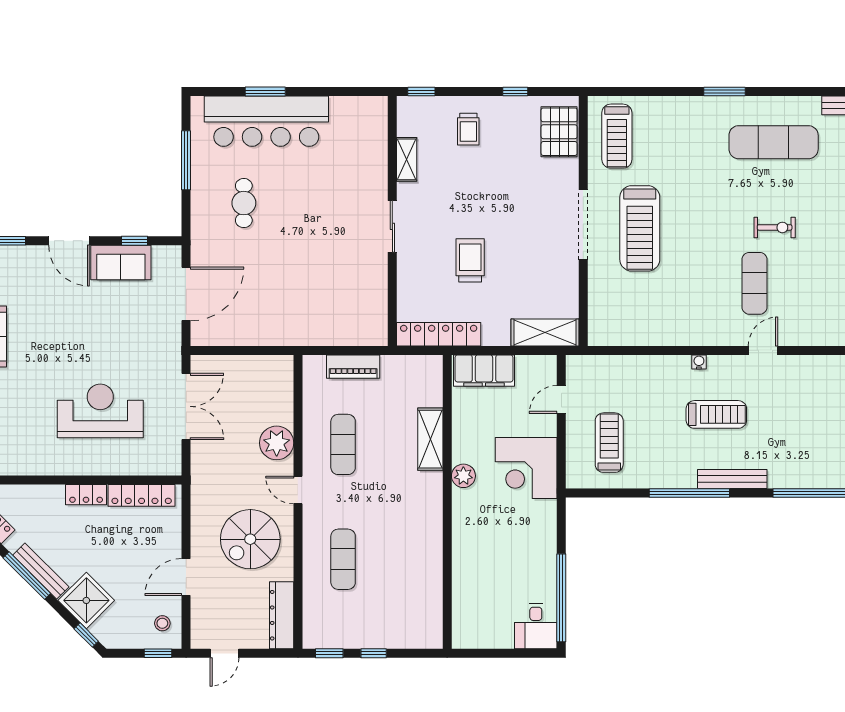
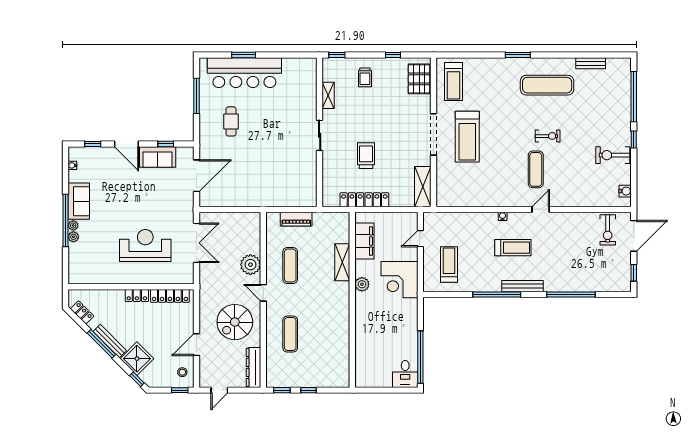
shelving: (545, 333) -> (423, 187), moved, turned 90
locker: (439, 334) -> (364, 200), moved
filing cabinet: (484, 371) -> (364, 241), moved, turned -90

